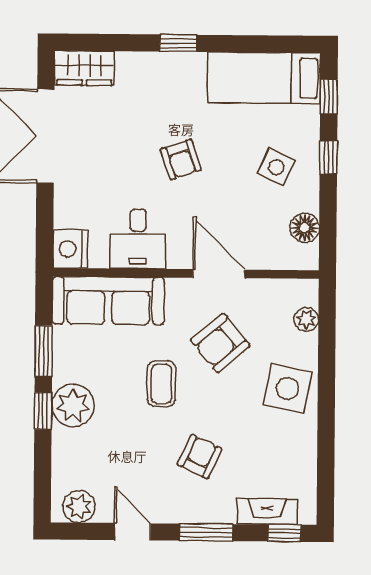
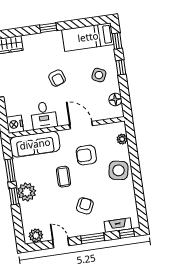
armchair: (220, 343) -> (86, 155), turned 40

